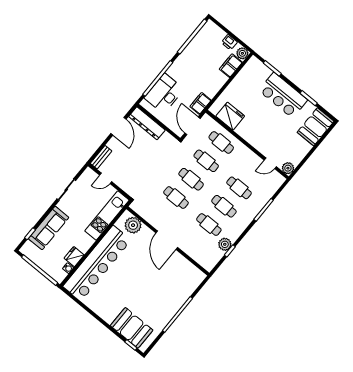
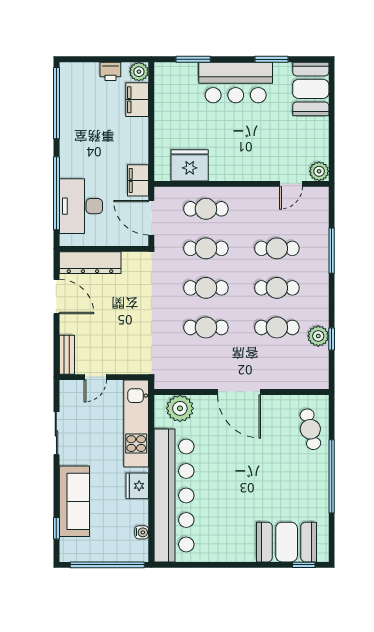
fridge: (74, 257) -> (137, 486), moved
cafe table: (186, 285) -> (310, 429), added

